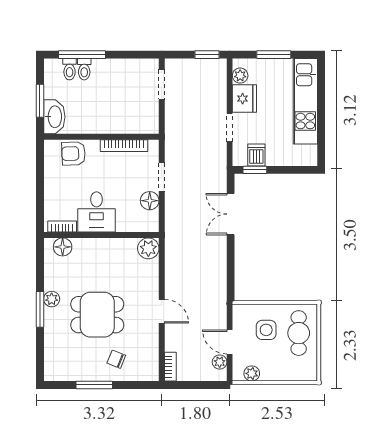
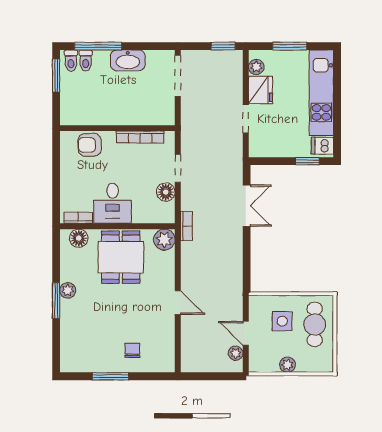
toilet: (84, 69) -> (71, 61), moved
doorway: (162, 84) -> (178, 76), width x1.38
window: (40, 101) -> (56, 75), moved
washbasin: (54, 117) -> (128, 60), moved, turned 90
dishwasher: (256, 155) -> (322, 146), moved, turned -90
window: (255, 170) -> (307, 161), moved
double door: (231, 214) -> (247, 206), swing flipped
dining table: (97, 315) -> (121, 257), moved, turned 90
chair: (116, 359) -> (132, 350), turned 68
bookcase: (170, 367) -> (186, 226), moved
plant: (252, 373) -> (288, 365), moved

